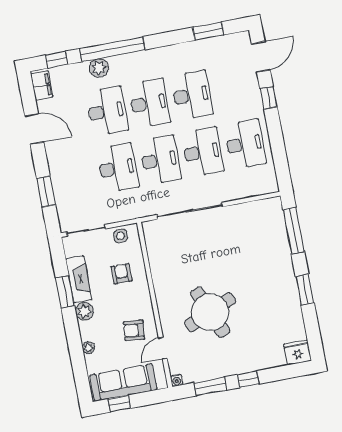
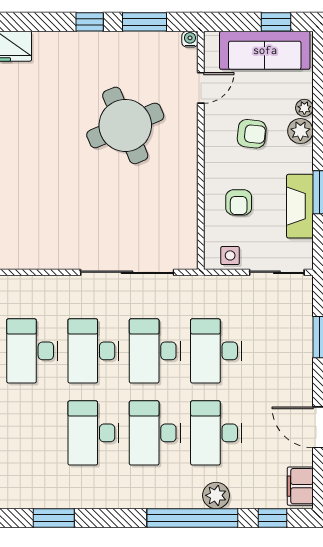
plant: (84, 311) -> (300, 131), moved
armchair: (134, 330) -> (252, 134), moved

